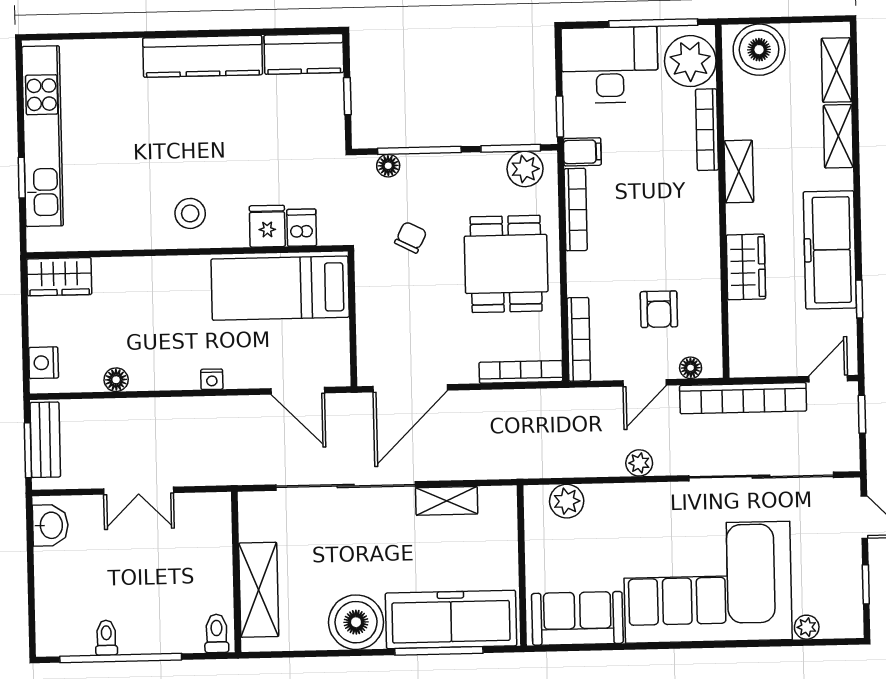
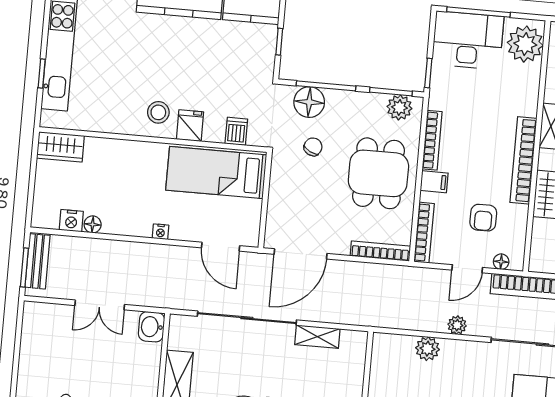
window: (653, 23) -> (479, 12), moved
bookcase: (707, 130) -> (523, 160), moved, width x1.48, depth x1.31
filing cabinet: (582, 152) -> (434, 182), moved
floor lamp: (388, 166) -> (309, 102), width x1.89, depth x1.89
fridge: (267, 226) -> (190, 126), moved
nightstand: (44, 363) -> (71, 221), moved, turned -90
plant: (567, 501) -> (428, 349), moved
washbasin: (50, 525) -> (151, 327), moved, turned 180

